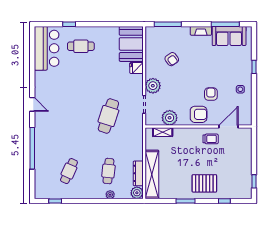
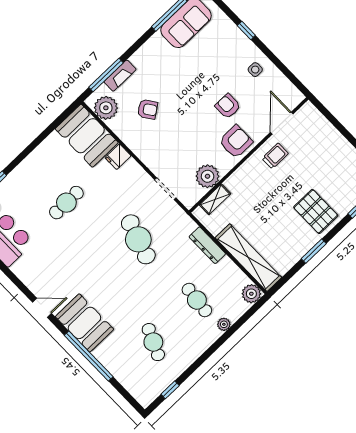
fireplace: (201, 31) -> (120, 76), moved
cafe table: (81, 46) -> (66, 203), moved
plant: (153, 86) -> (106, 108), moved
booth: (45, 131) -> (84, 323), added
dresser: (138, 173) -> (207, 245), moved
pallet: (204, 183) -> (316, 212), turned 90

